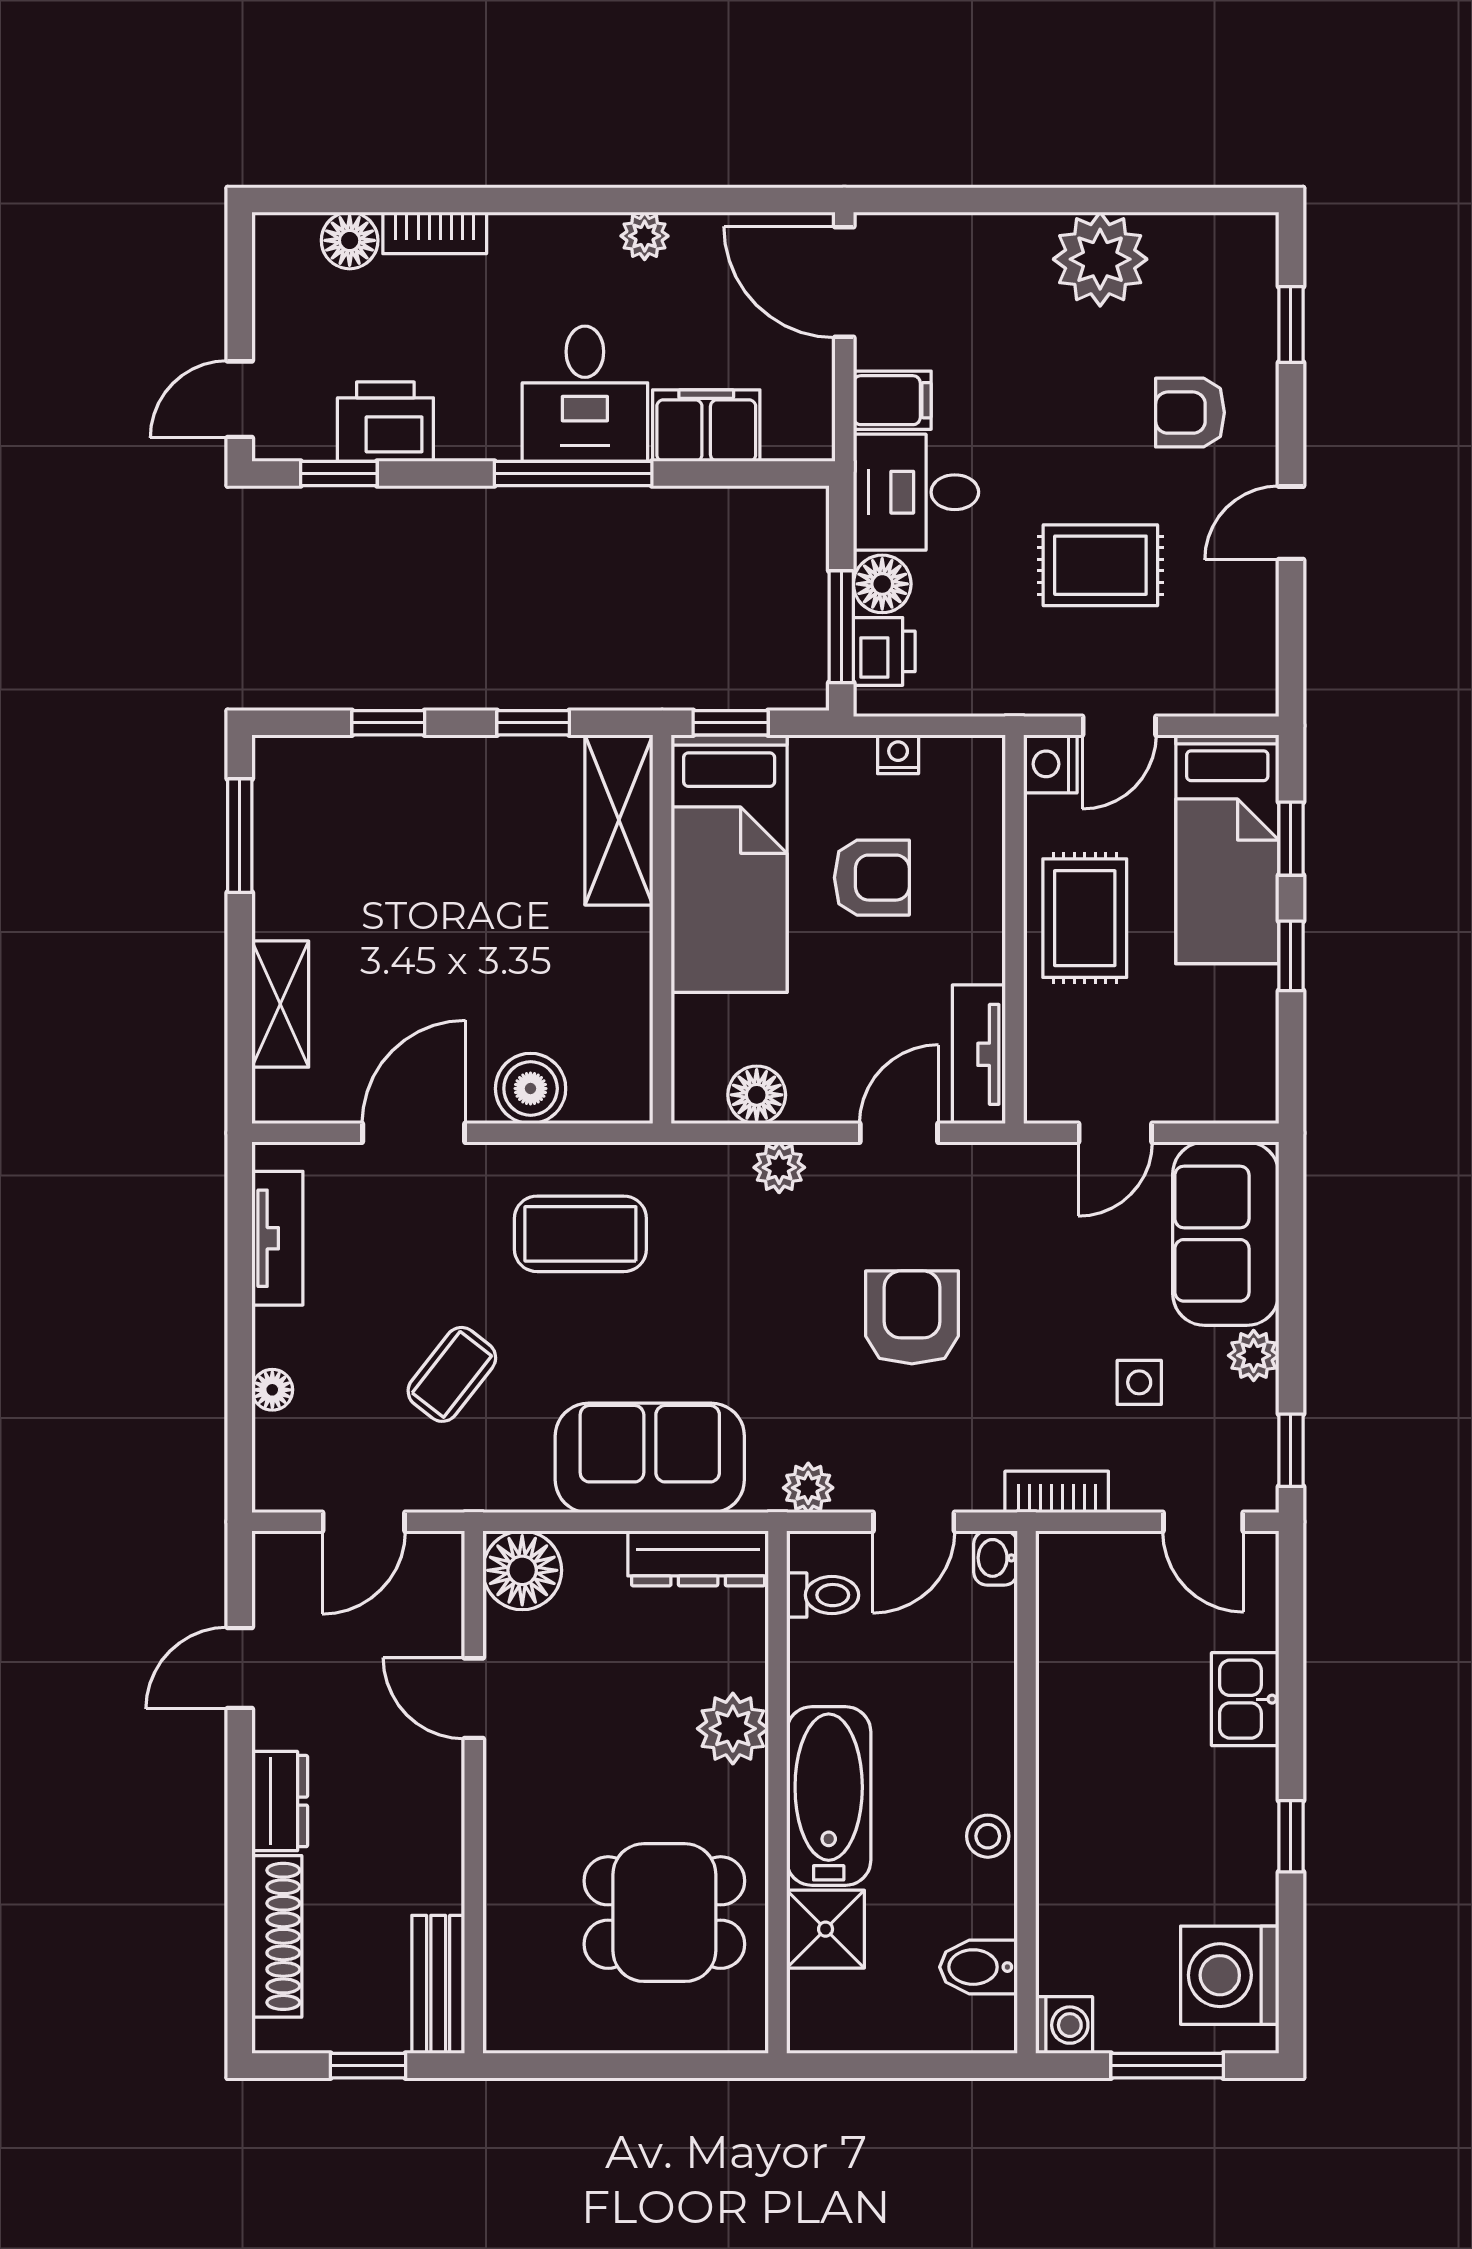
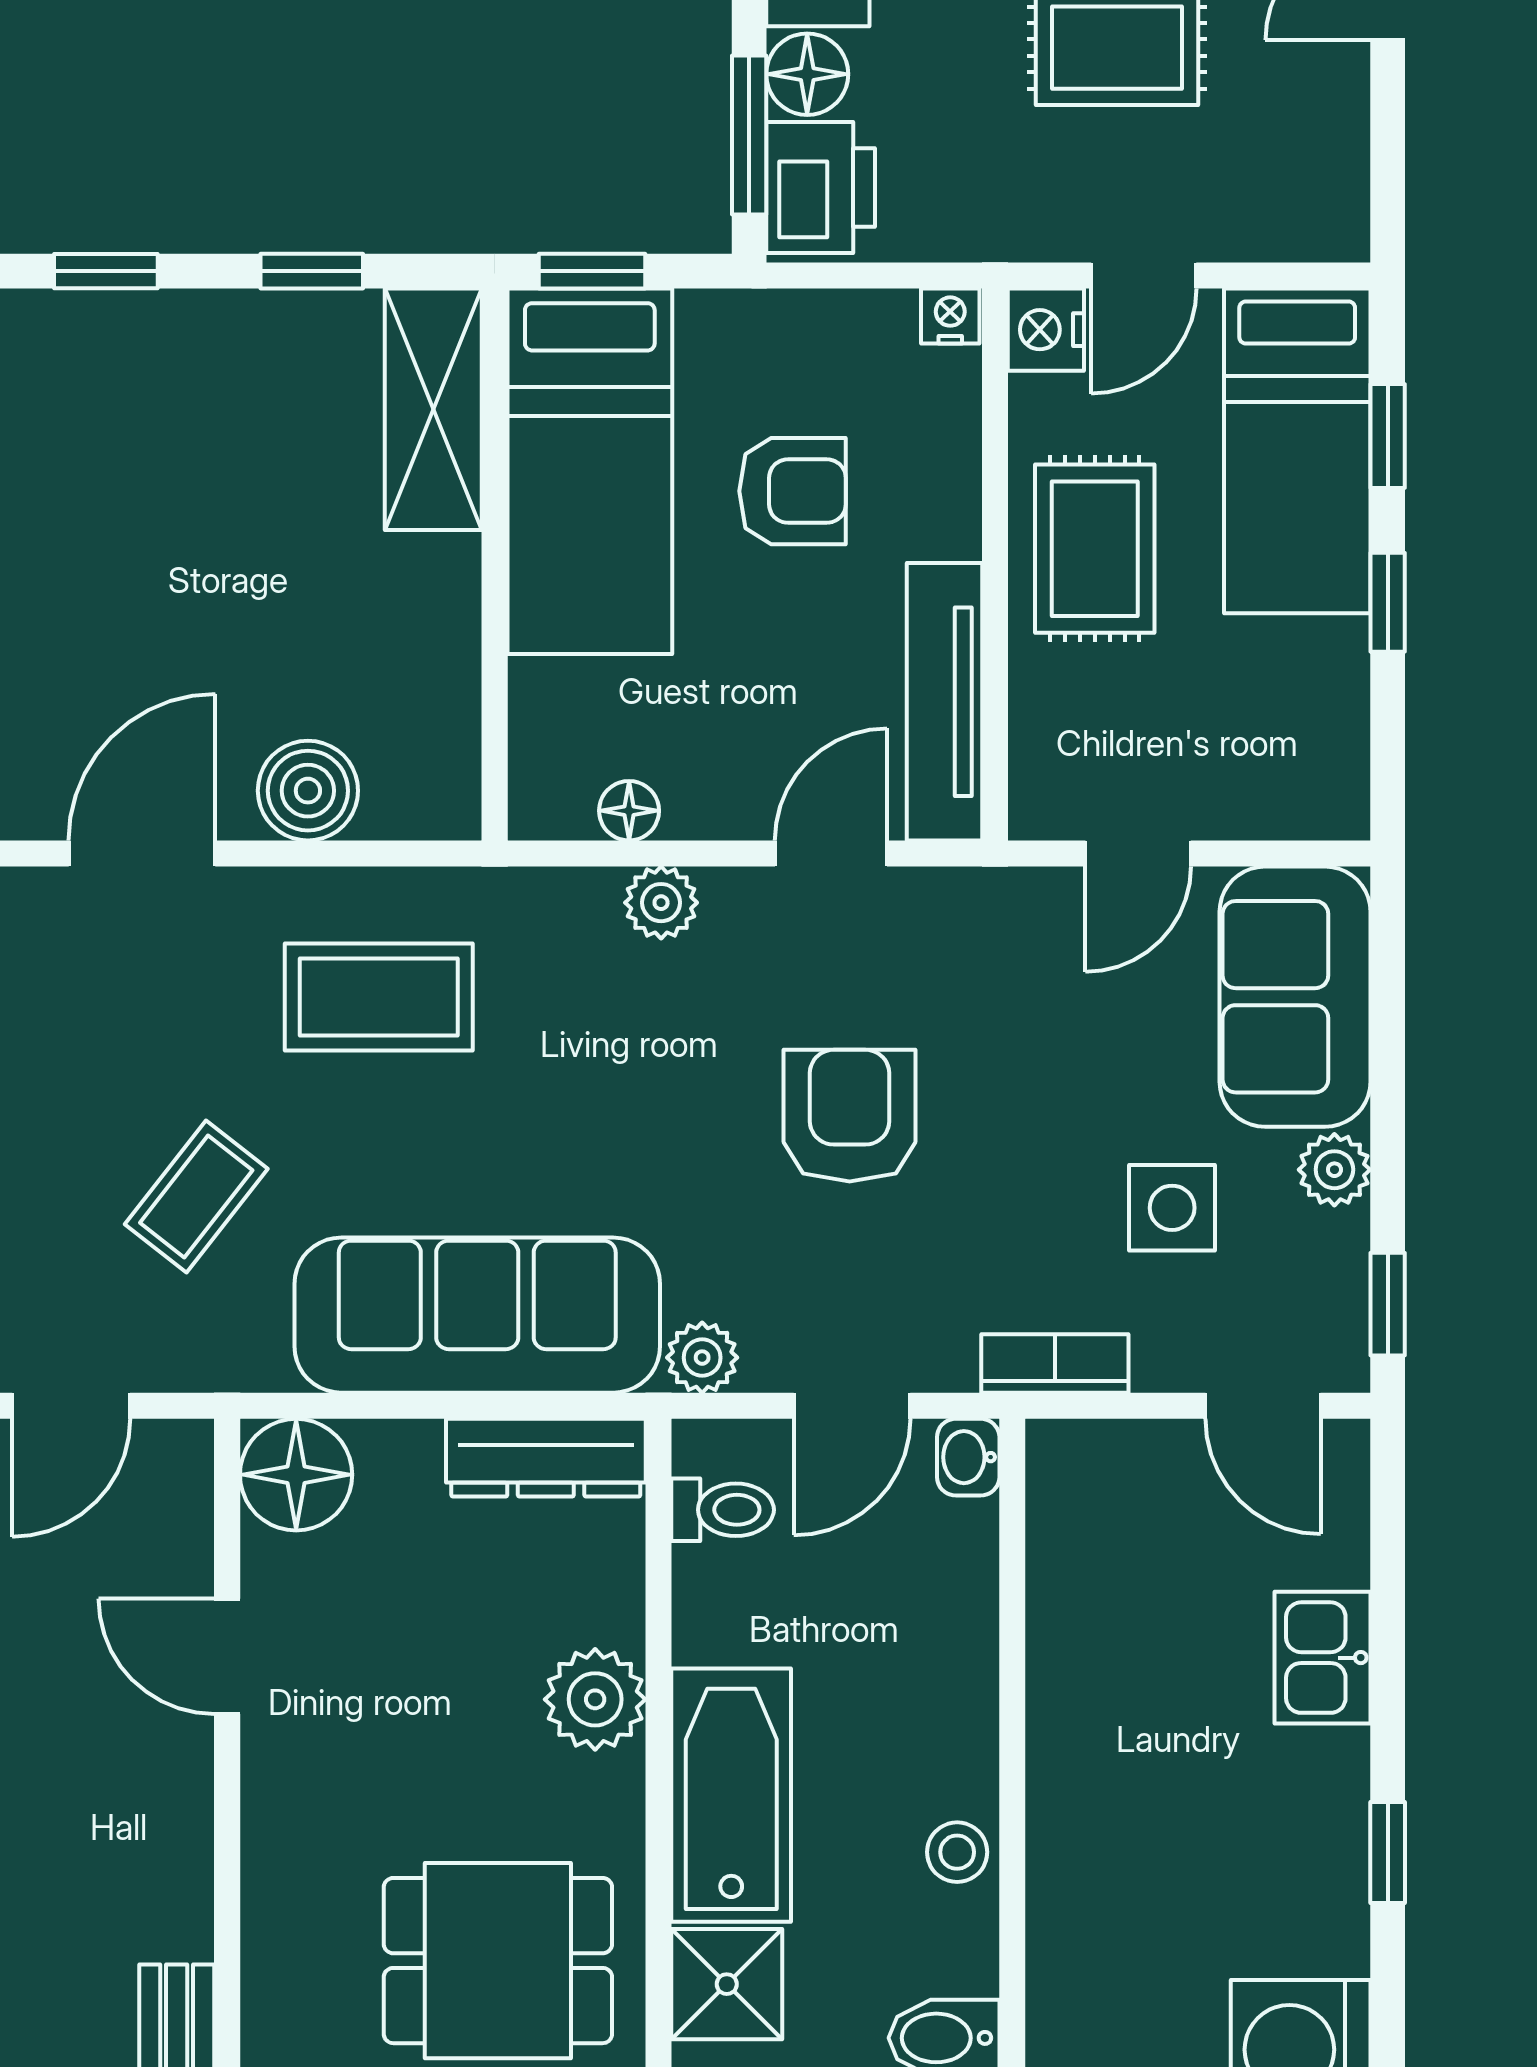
printer: (884, 651) -> (821, 187), width x1.36, depth x1.24
nightstand: (898, 754) -> (950, 316), moved
tv unit: (979, 1054) -> (944, 702), width x1.41
floor lamp: (757, 1095) -> (629, 811), width x0.73, depth x0.73
side table: (1139, 1382) -> (1172, 1208), width x1.37, depth x1.37
sofa: (650, 1458) -> (477, 1315), width x1.36

